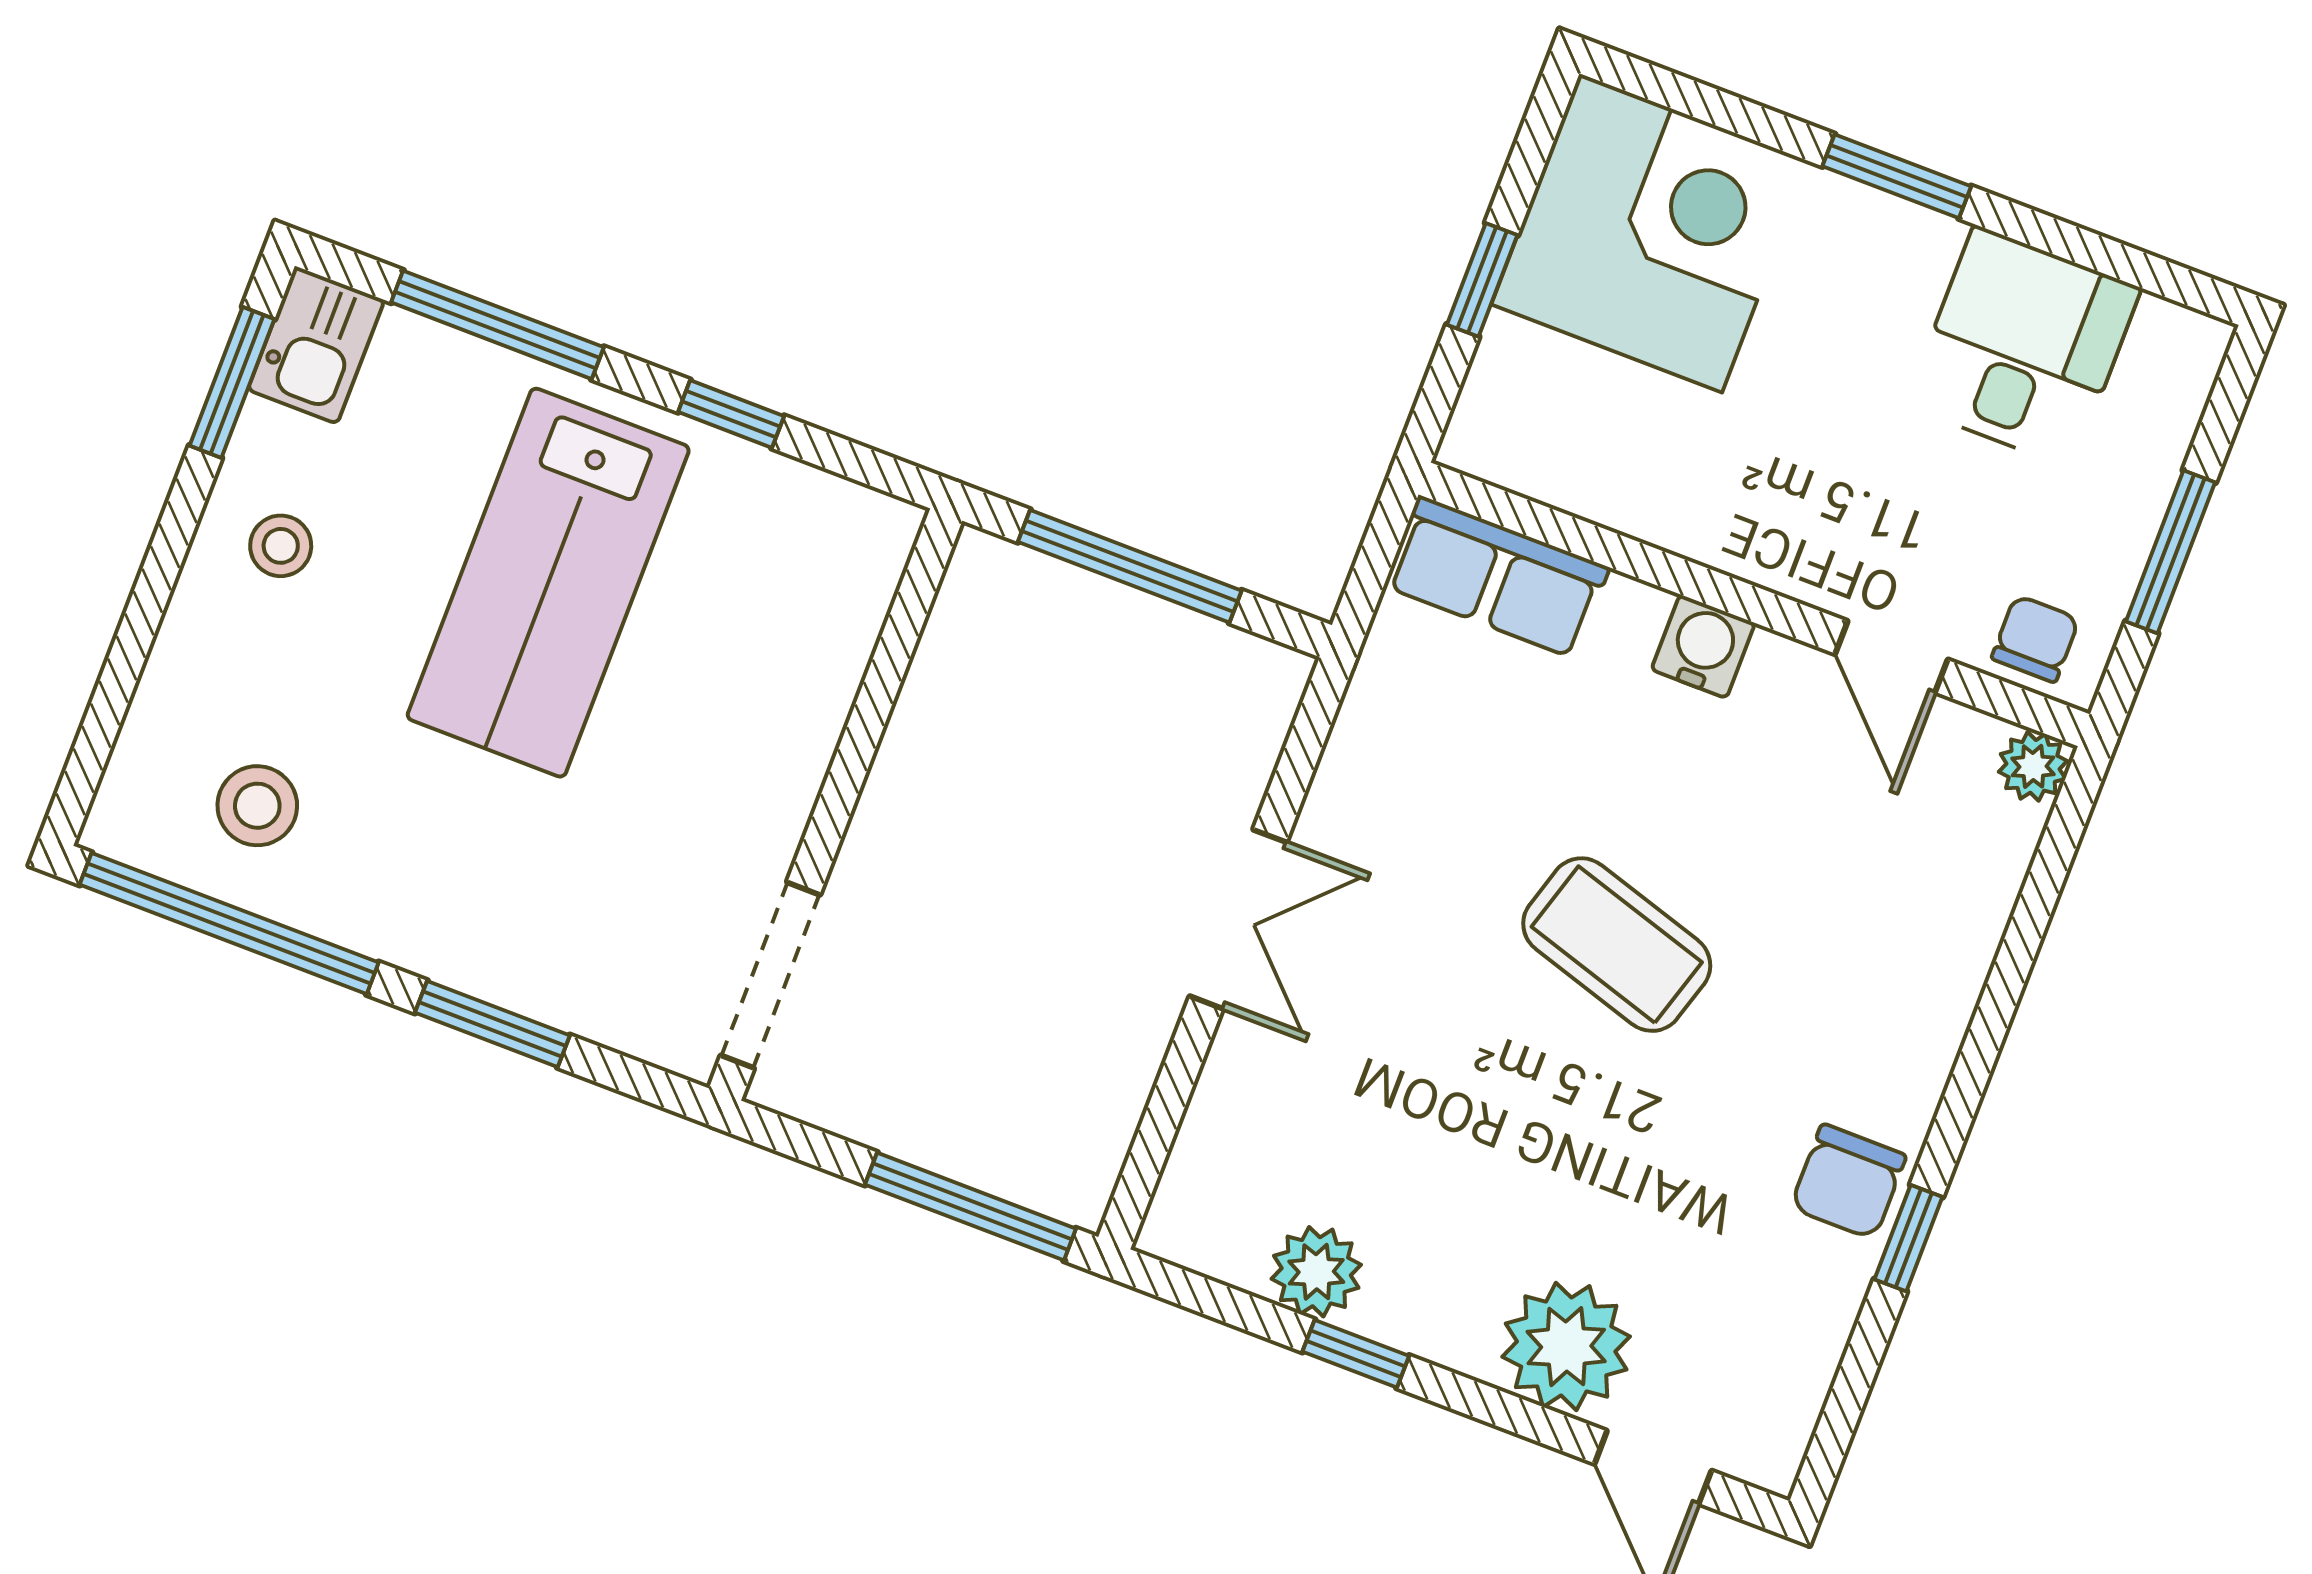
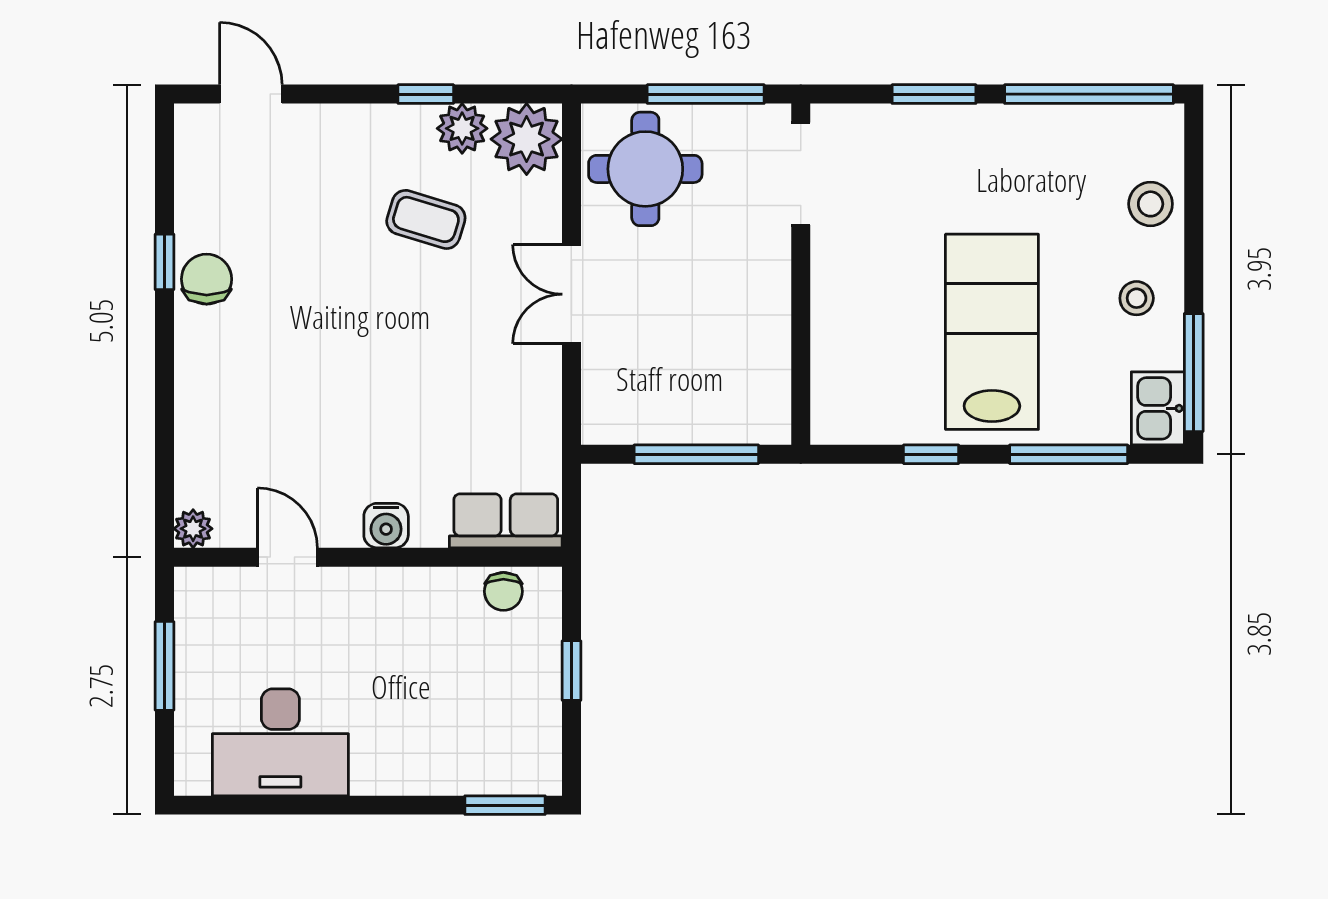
window: (1897, 176) -> (505, 805), moved
corner desk: (1651, 233) -> (494, 728), removed
desk: (2023, 347) -> (280, 742), width x1.37
window: (232, 382) -> (1194, 373), width x1.44
chair: (2035, 639) -> (503, 591), moved
stool: (257, 806) -> (1151, 204), moved
coffee table: (1617, 945) -> (426, 219), moved, width x0.73, depth x0.77
round table: (1031, 1084) -> (645, 169), added
window: (970, 1207) -> (706, 94), moved
plant: (1566, 1347) -> (527, 139), moved

